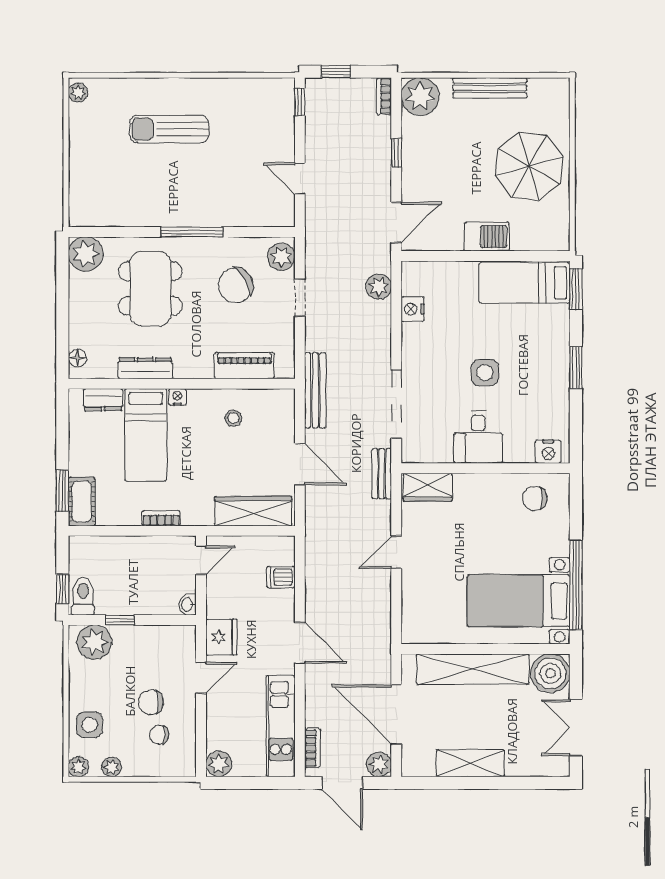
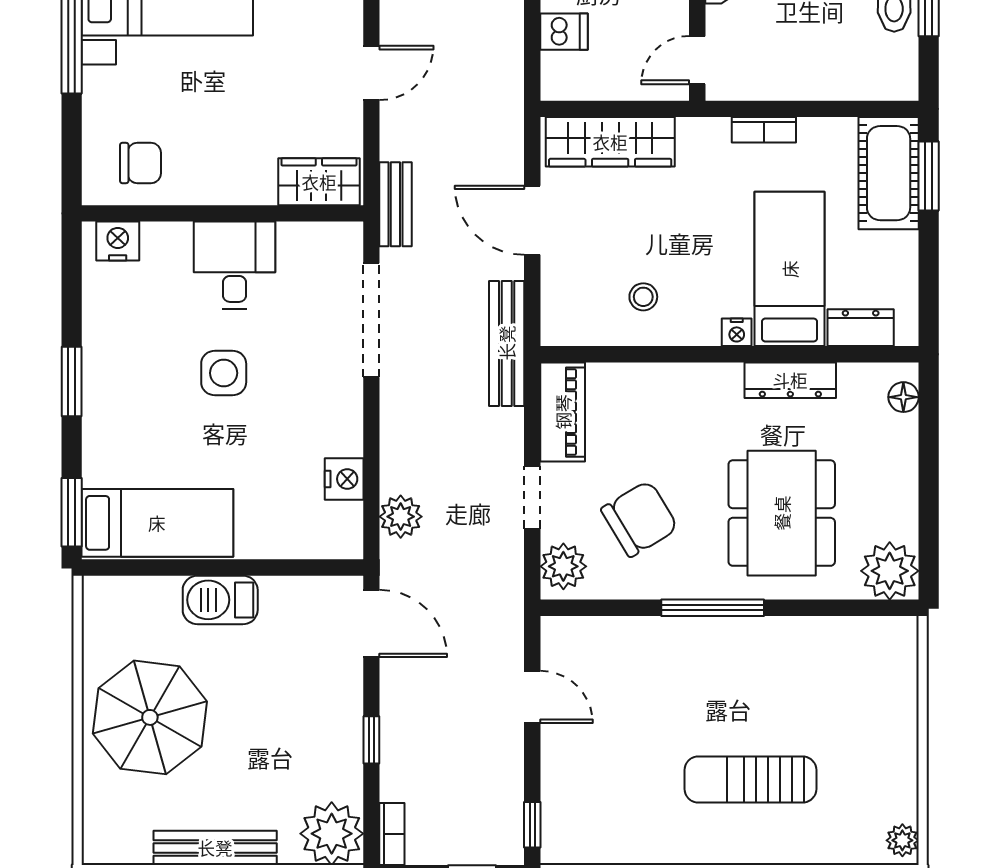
sun lounger: (169, 129) -> (750, 779), turned 180
door: (396, 223) -> (371, 623), swing flipped
piano: (244, 366) -> (563, 412), moved, turned -90
cot: (82, 501) -> (889, 173), width x1.37, depth x1.34

